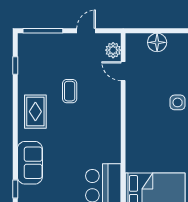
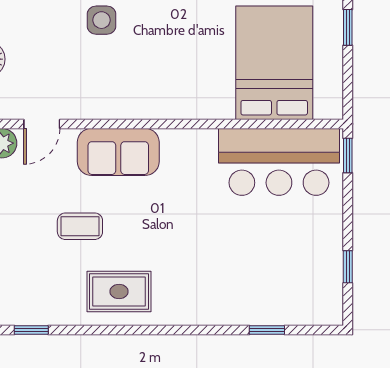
sofa: (30, 163) -> (118, 152), moved, turned 180

